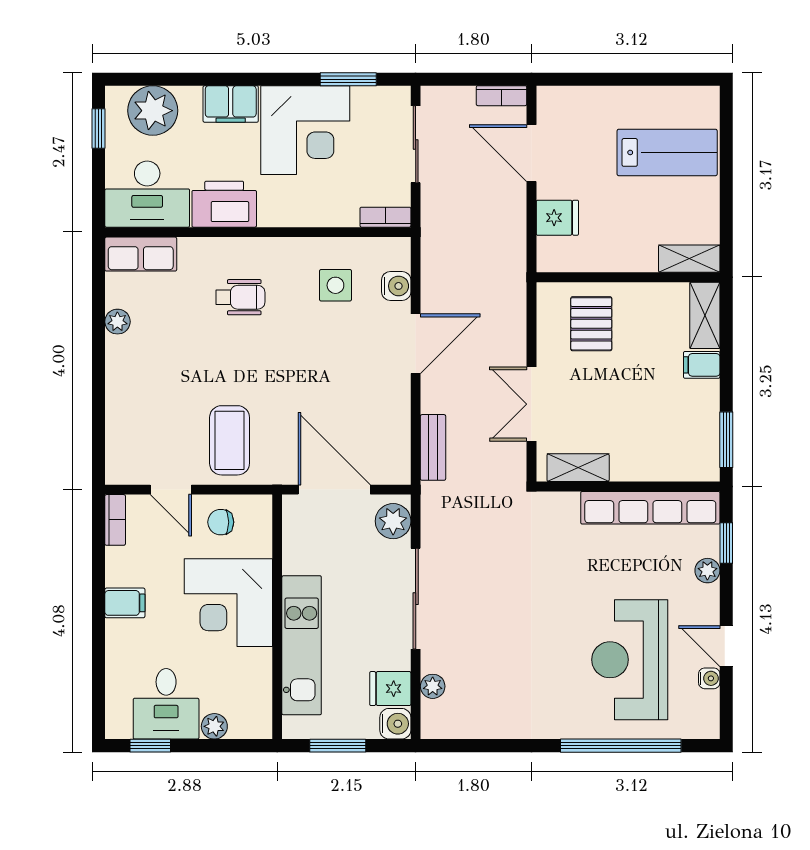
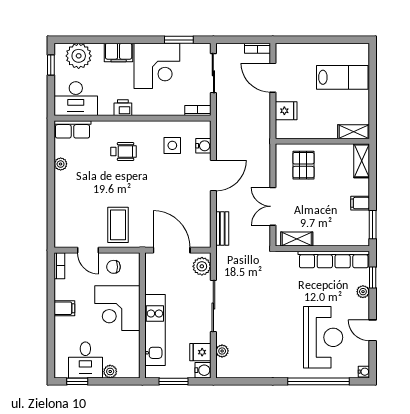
printer: (224, 204) -> (123, 108), width x0.53, depth x0.68
filing cabinet: (702, 365) -> (360, 203), moved
reception desk: (630, 660) -> (323, 337), turned 180
water cooler: (709, 678) -> (364, 372), moved

